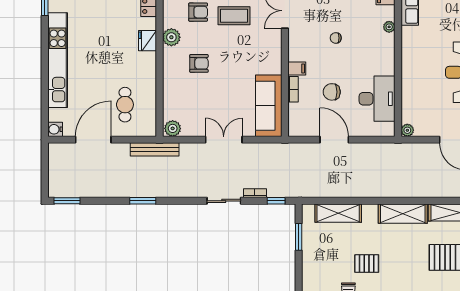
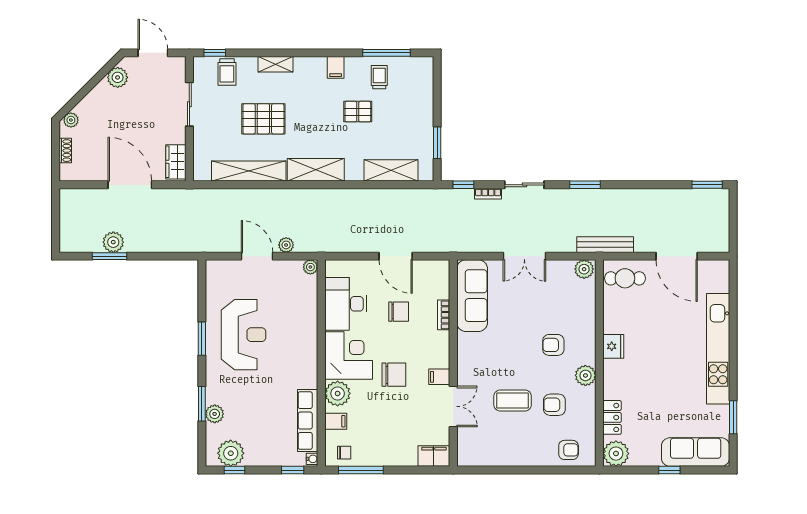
plant: (389, 27) -> (338, 393), width x1.87, depth x1.87
chair: (336, 38) -> (394, 375), width x1.87, depth x1.87
fridge: (148, 41) -> (613, 346), moved
corner desk: (375, 54) -> (349, 356), added
filing cabinet: (297, 68) -> (439, 377), moved
cafe table: (125, 105) -> (625, 278), moved, turned 90
water cooler: (55, 129) -> (721, 268), removed
door: (93, 140) -> (677, 256), hinge flipped
plant: (428, 149) -> (286, 245), added
window: (143, 201) -> (585, 185), moved

